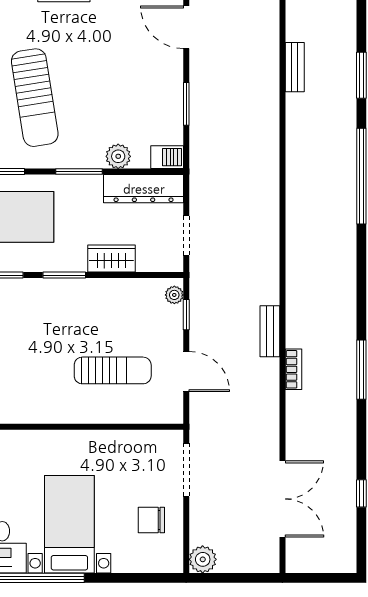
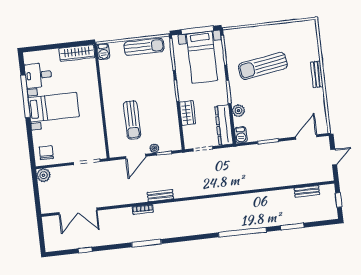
bench: (295, 67) -> (307, 191), moved
plant: (174, 295) -> (154, 148), moved
chair: (151, 520) -> (46, 153), moved

